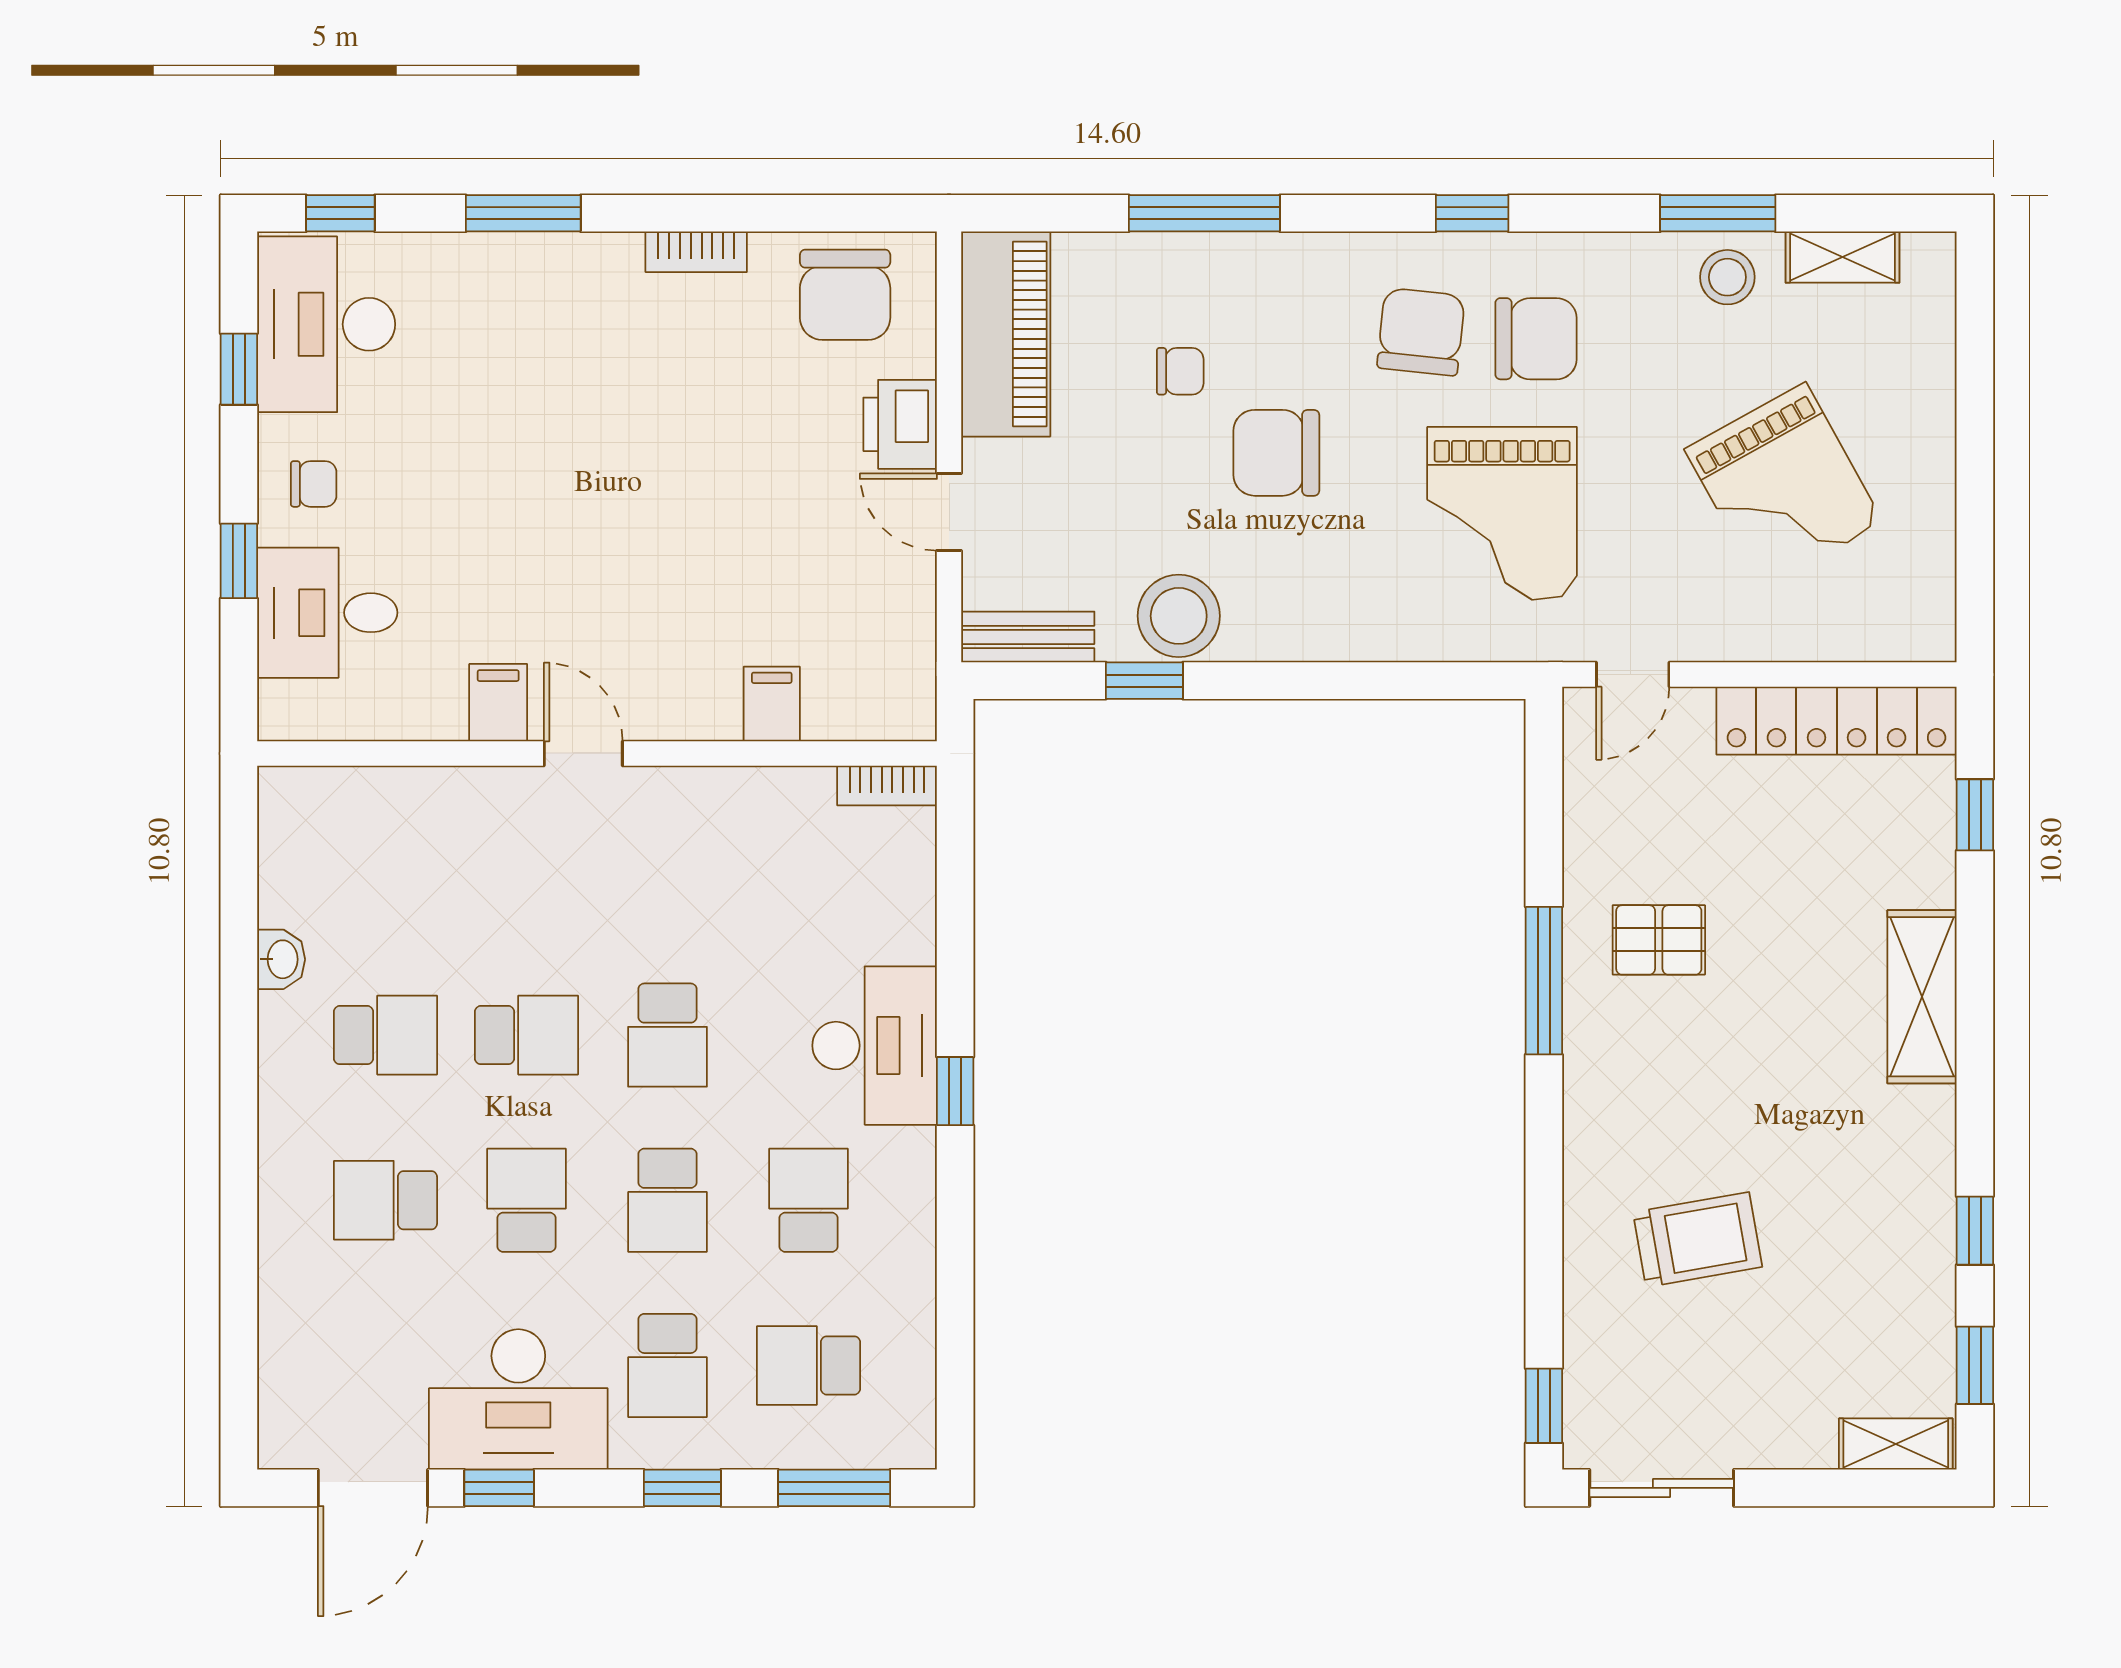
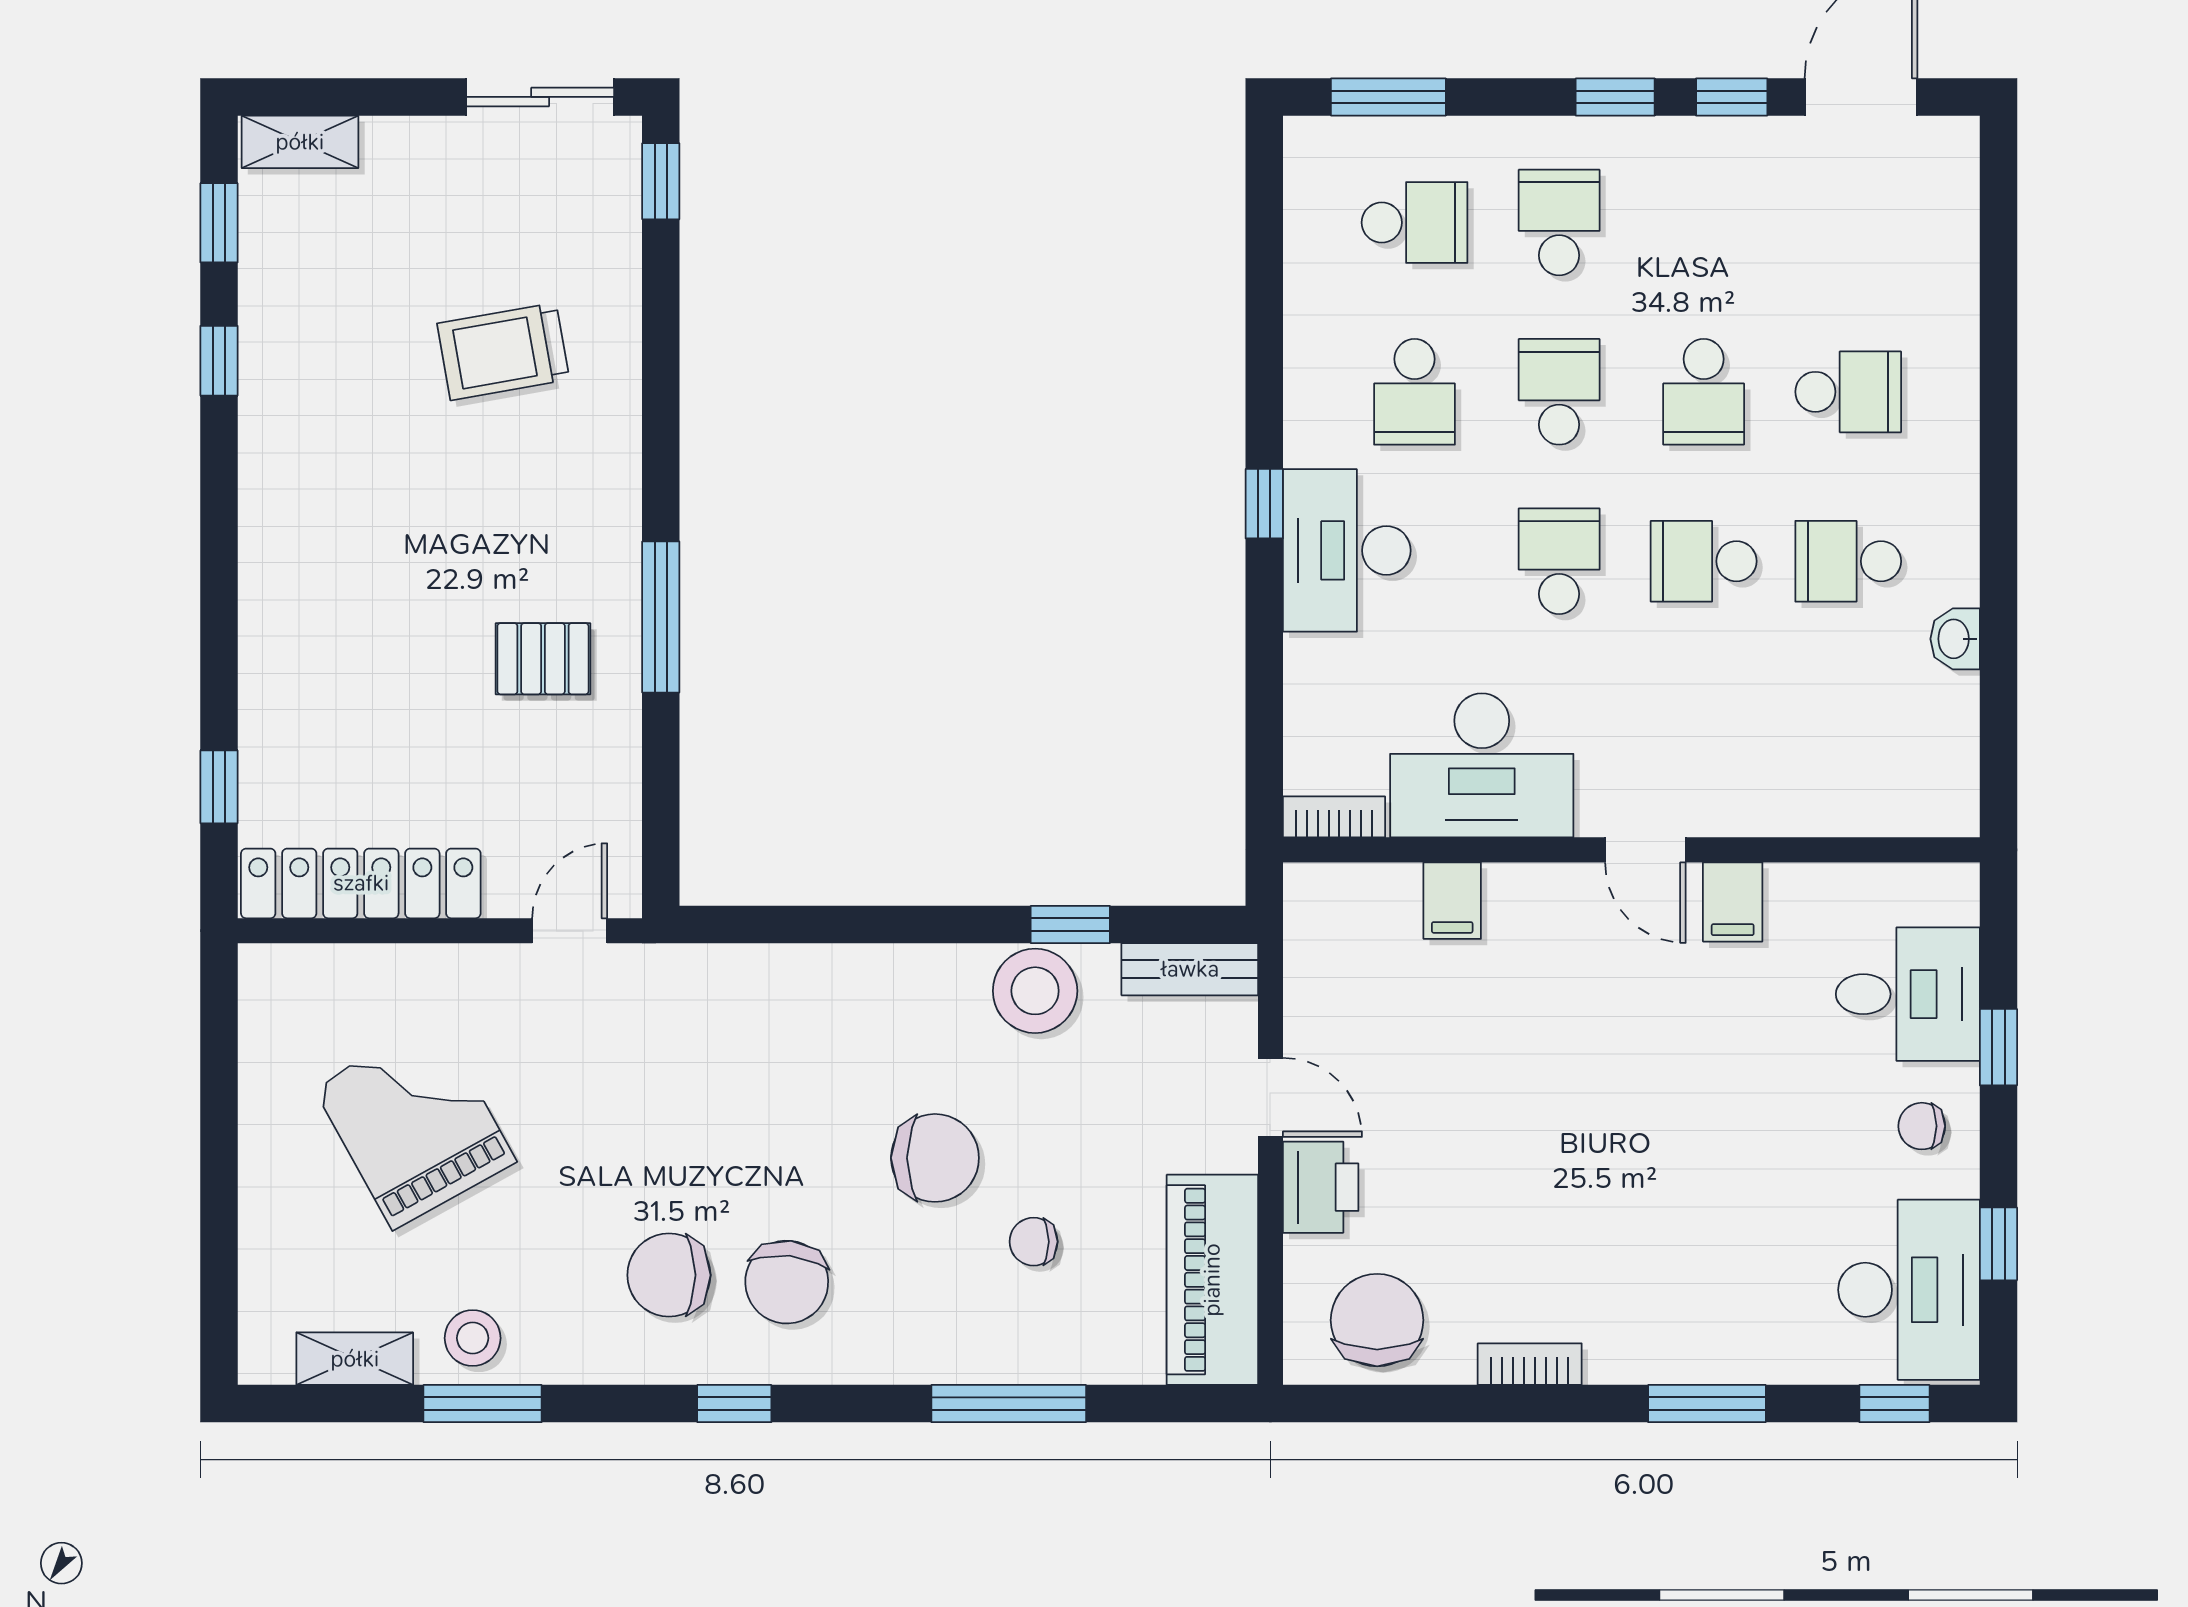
grand piano: (1502, 513) -> (704, 1096), removed
shelving: (1922, 997) -> (273, 600), removed
desk: (518, 1399) -> (1482, 765), moved, turned 180
window: (682, 1488) -> (1615, 97), moved

